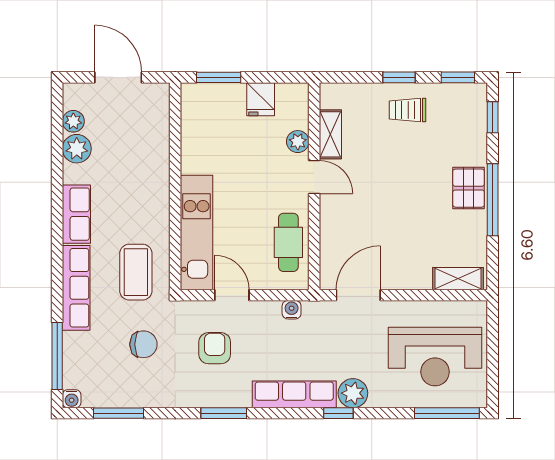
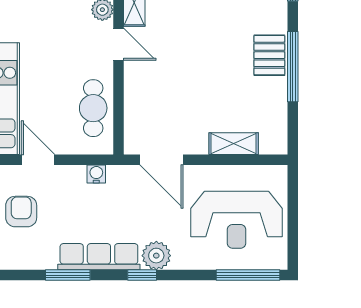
shelving: (458, 279) -> (234, 144), moved
door: (358, 295) -> (161, 160), swing flipped
window: (224, 413) -> (68, 275), moved

